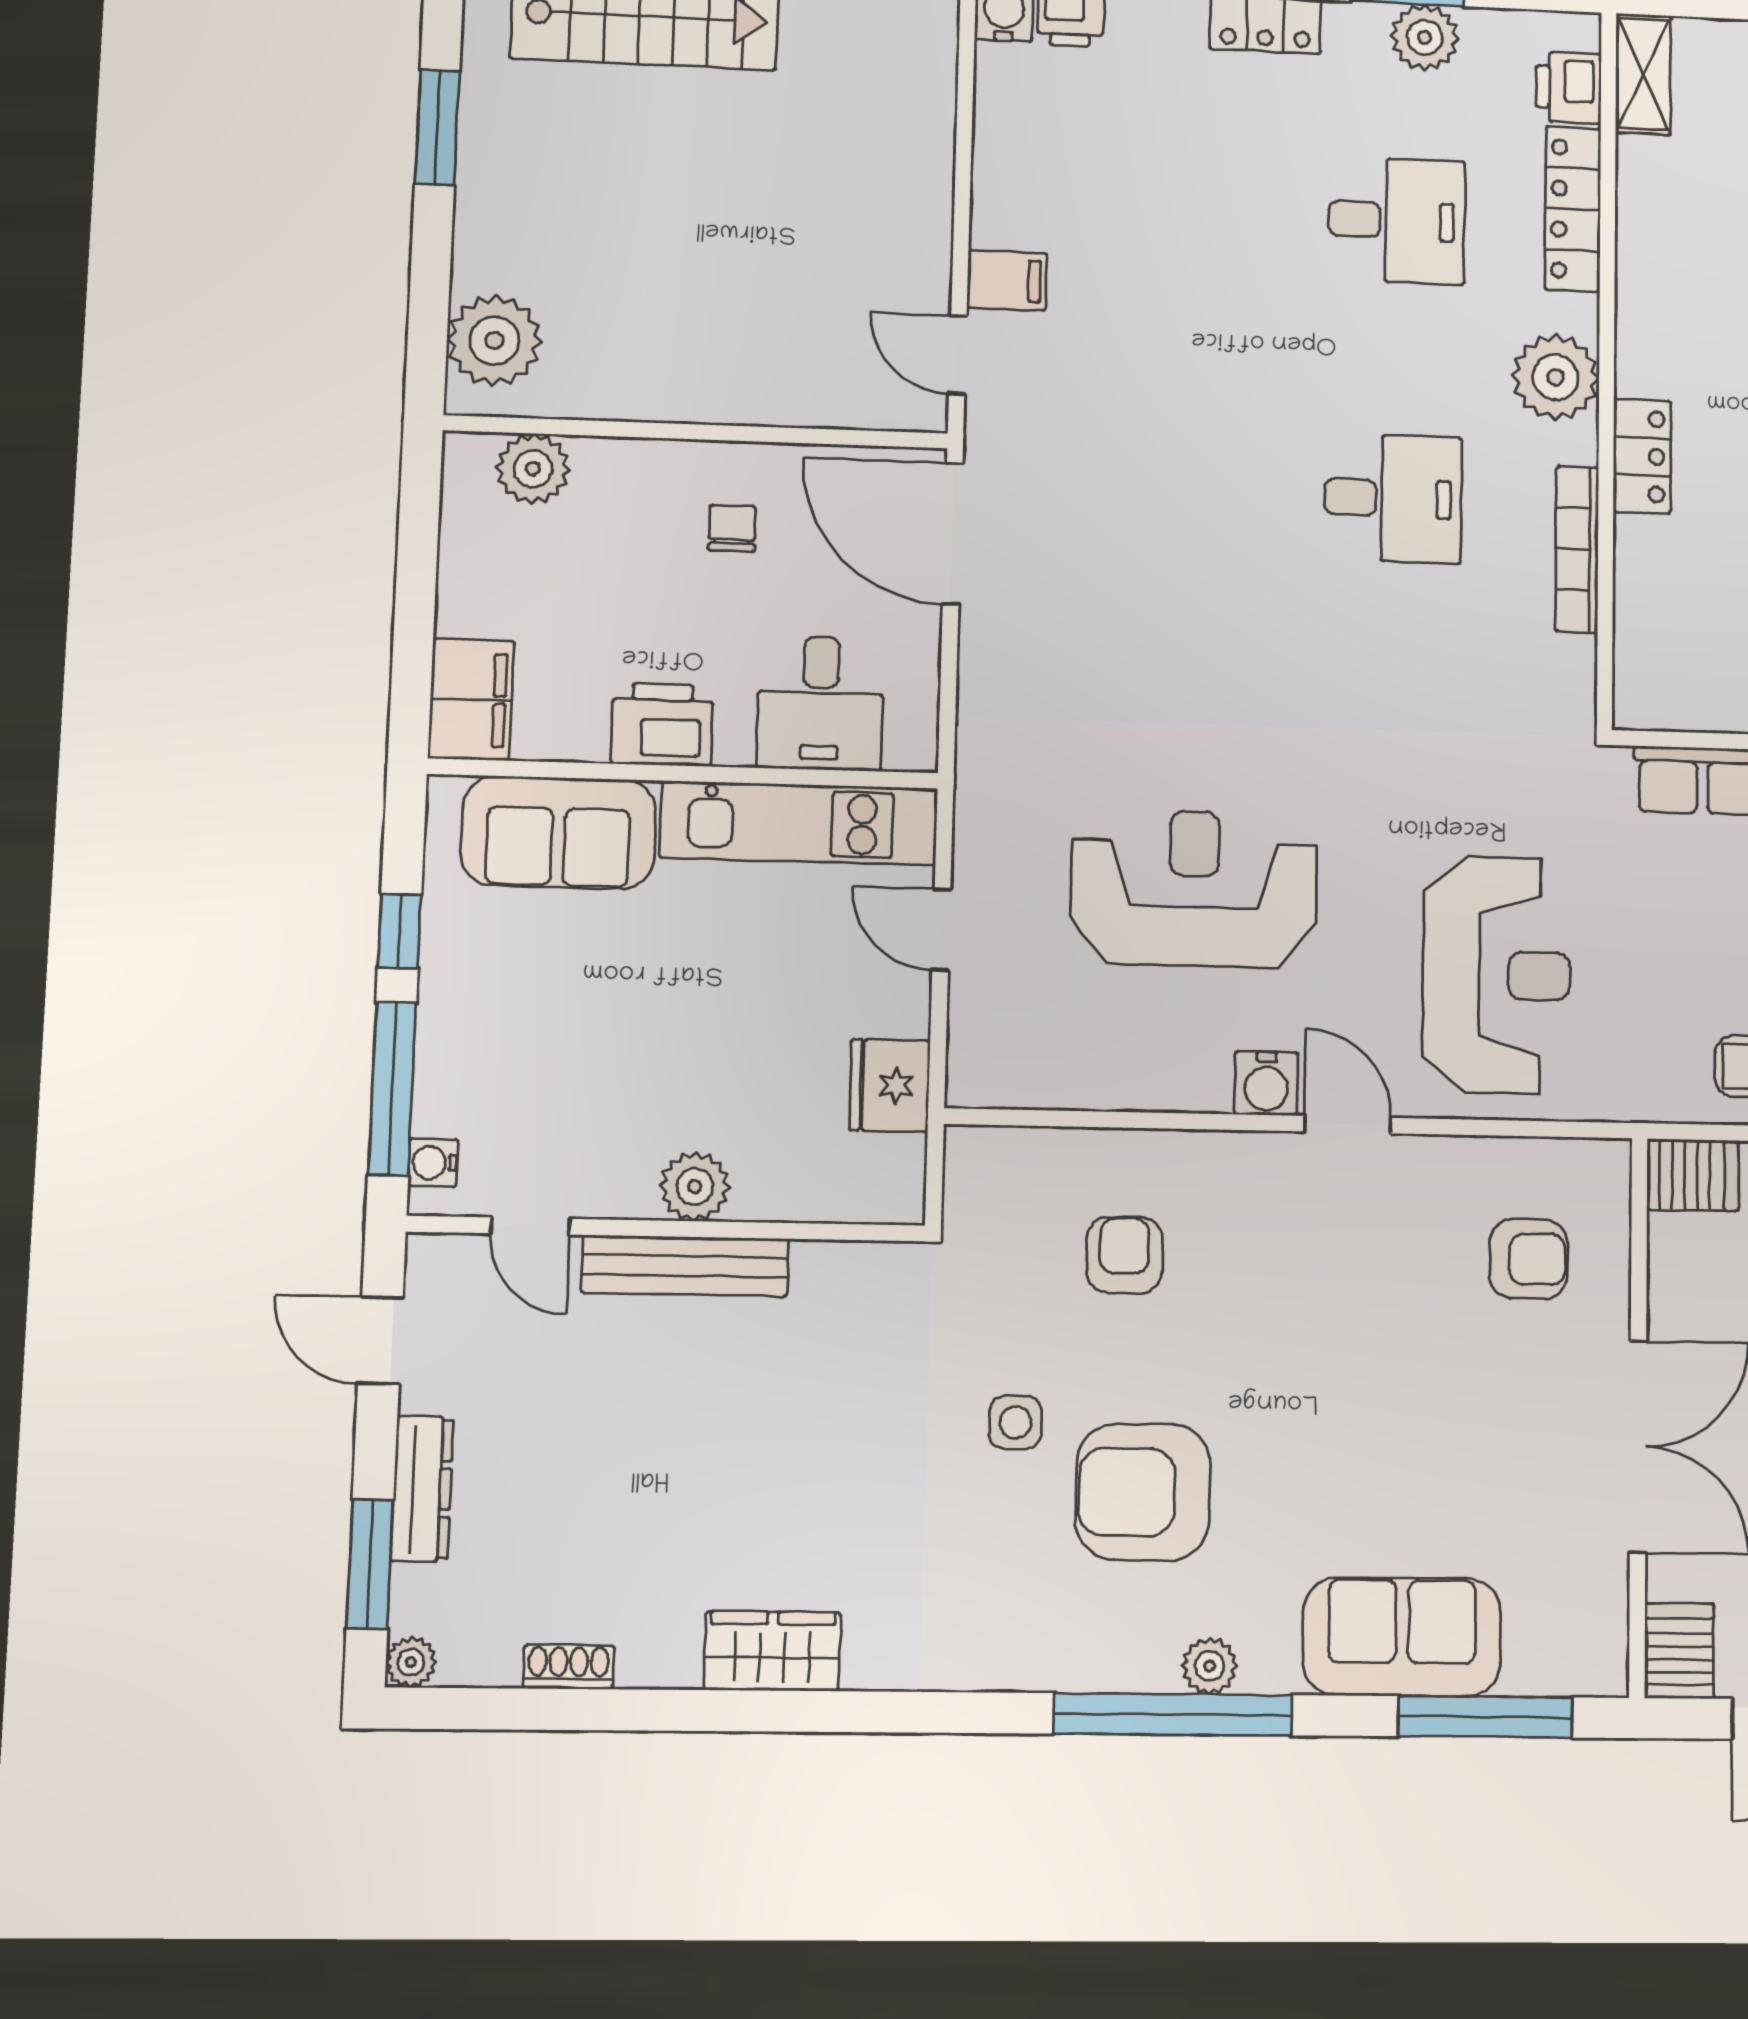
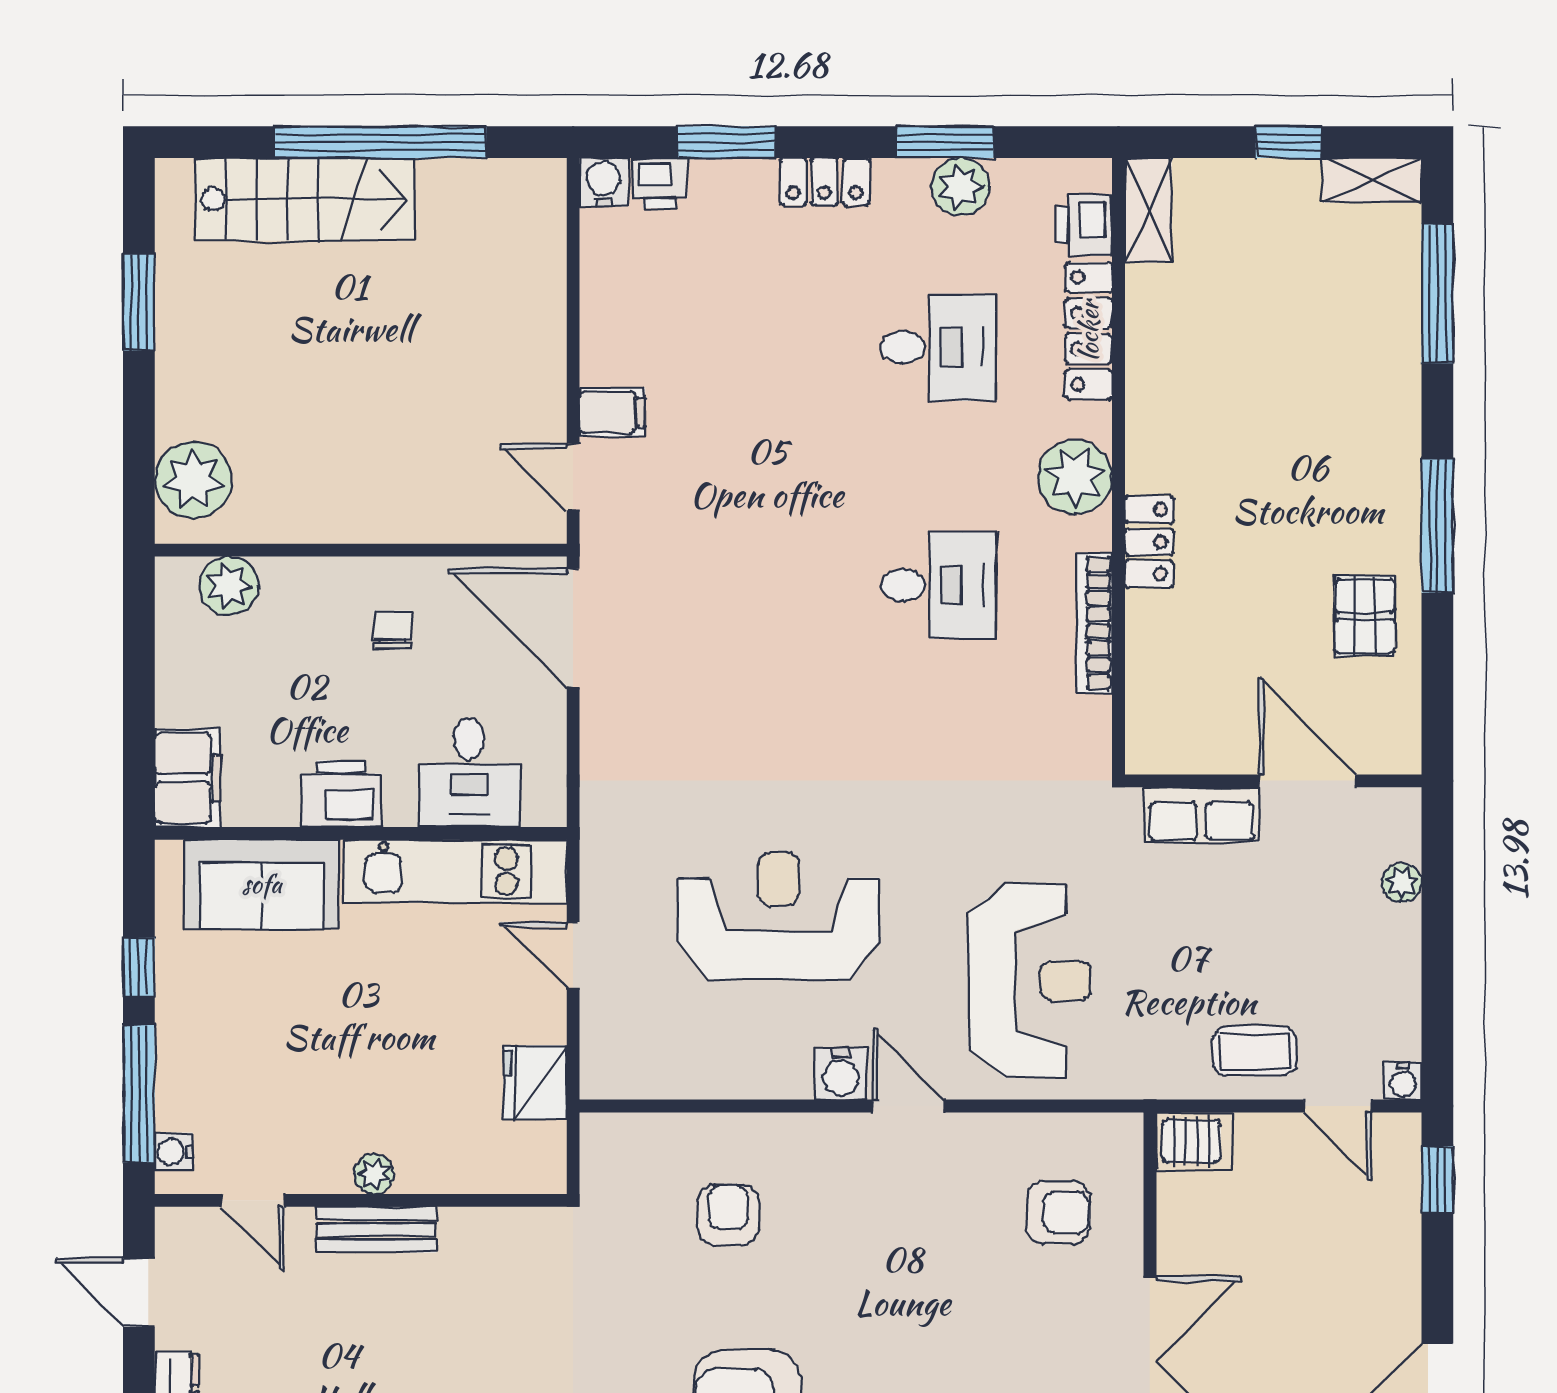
plant: (695, 1186) -> (374, 1174), width x0.73, depth x0.73
bench: (685, 1266) -> (376, 1230), width x0.73
side table: (1015, 1422) -> (644, 1349), removed

